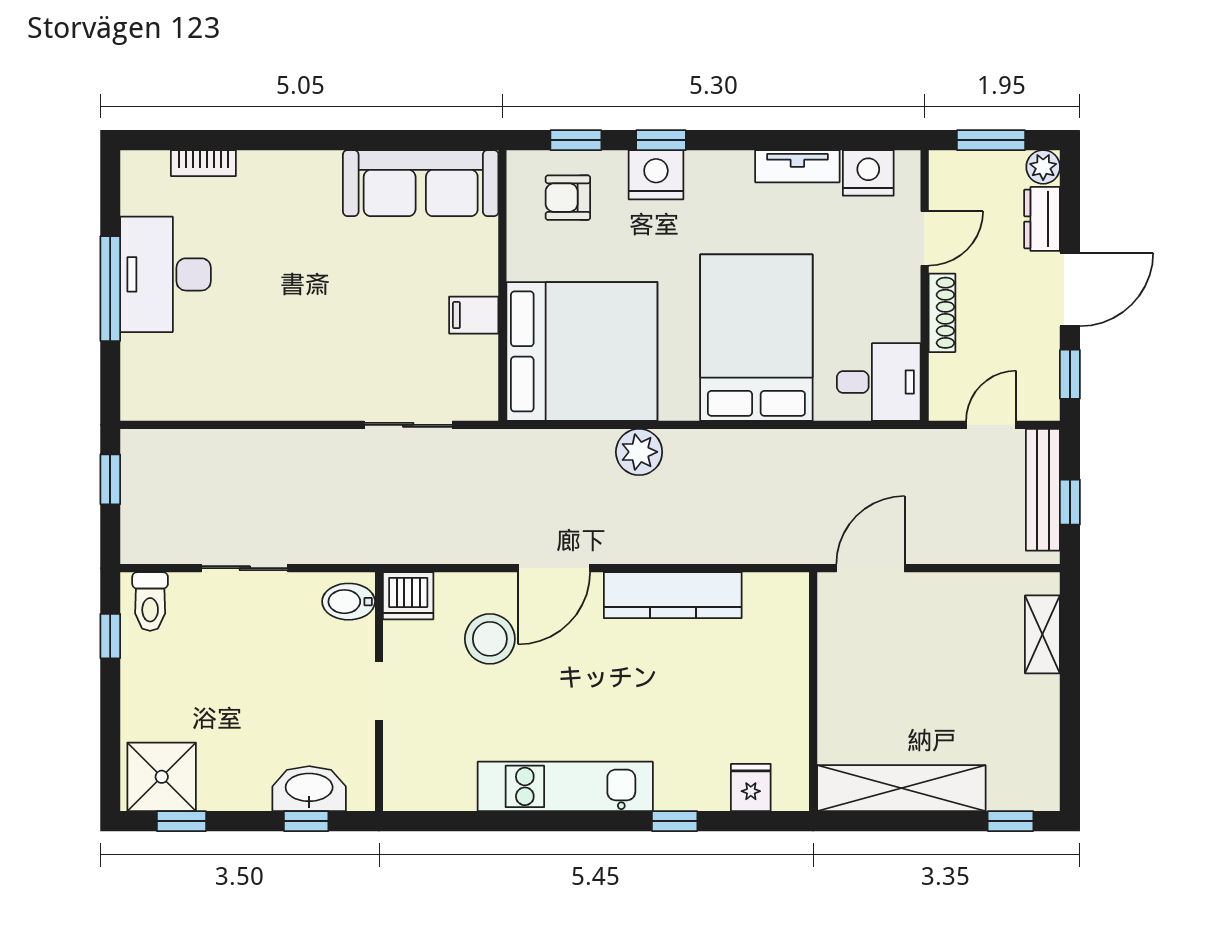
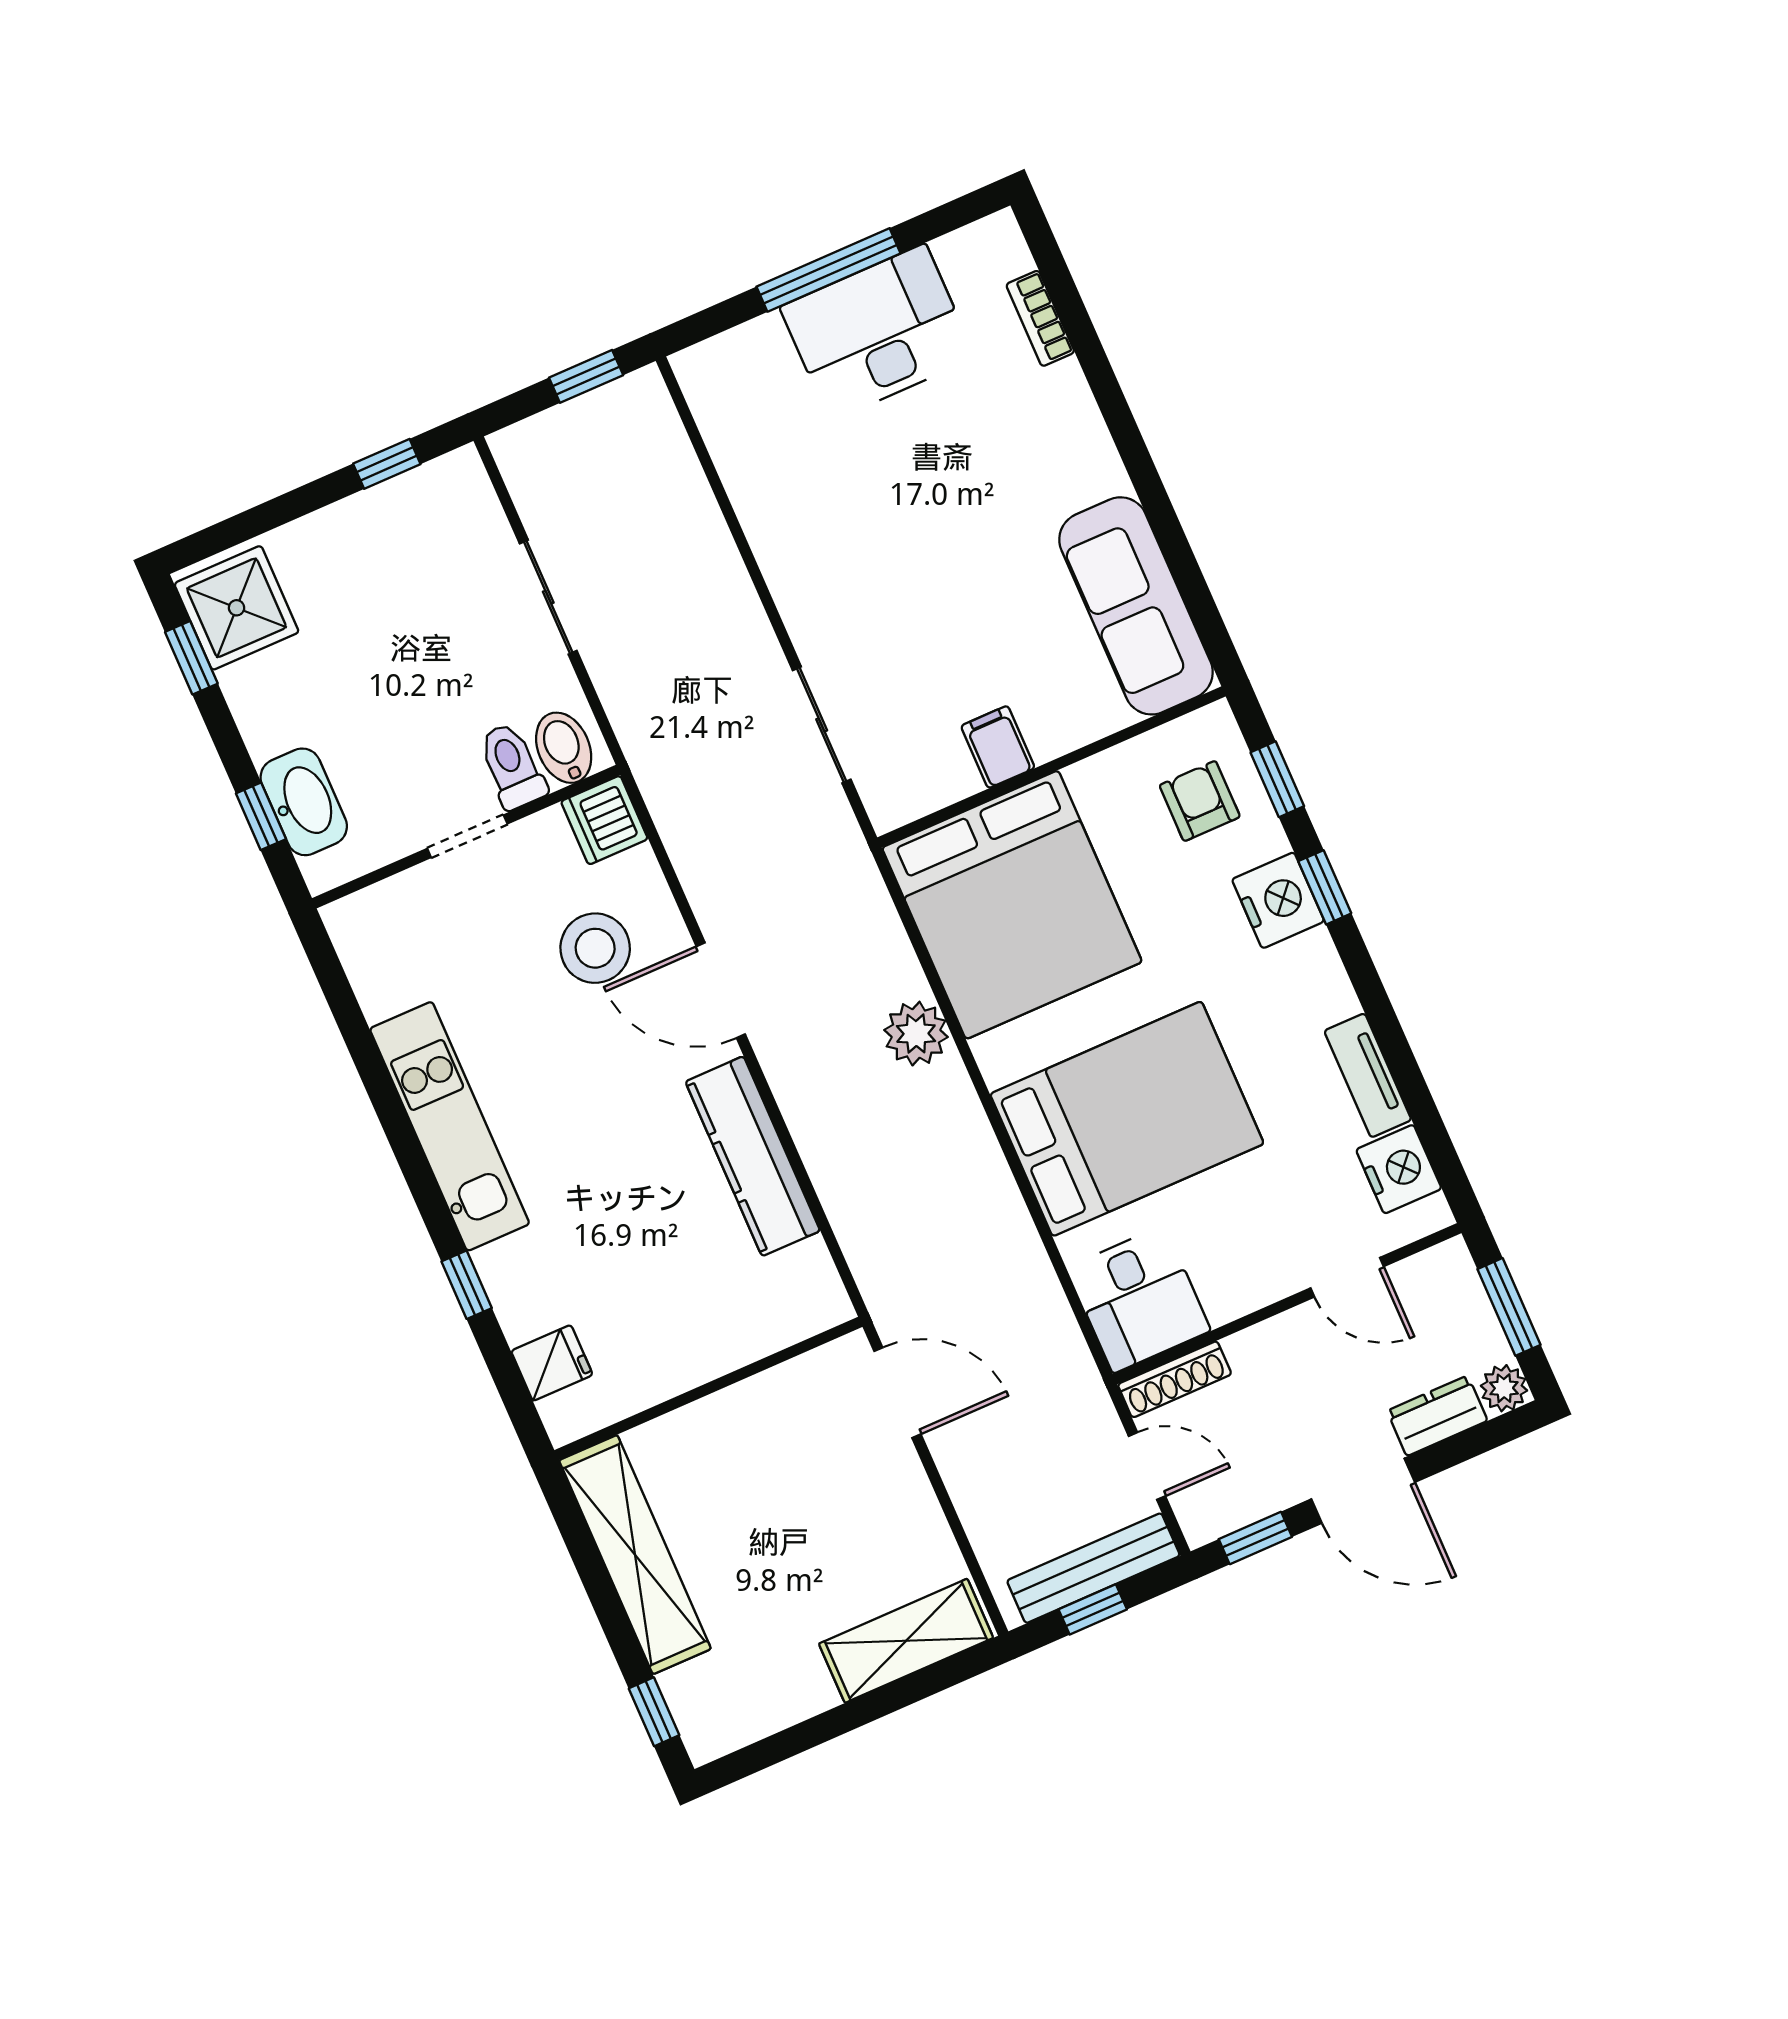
shoe rack: (942, 313) -> (1175, 1379), moved
toilet: (150, 602) -> (512, 766), moved, turned 90
shelving: (1042, 634) -> (906, 1641), width x1.50, depth x1.33

